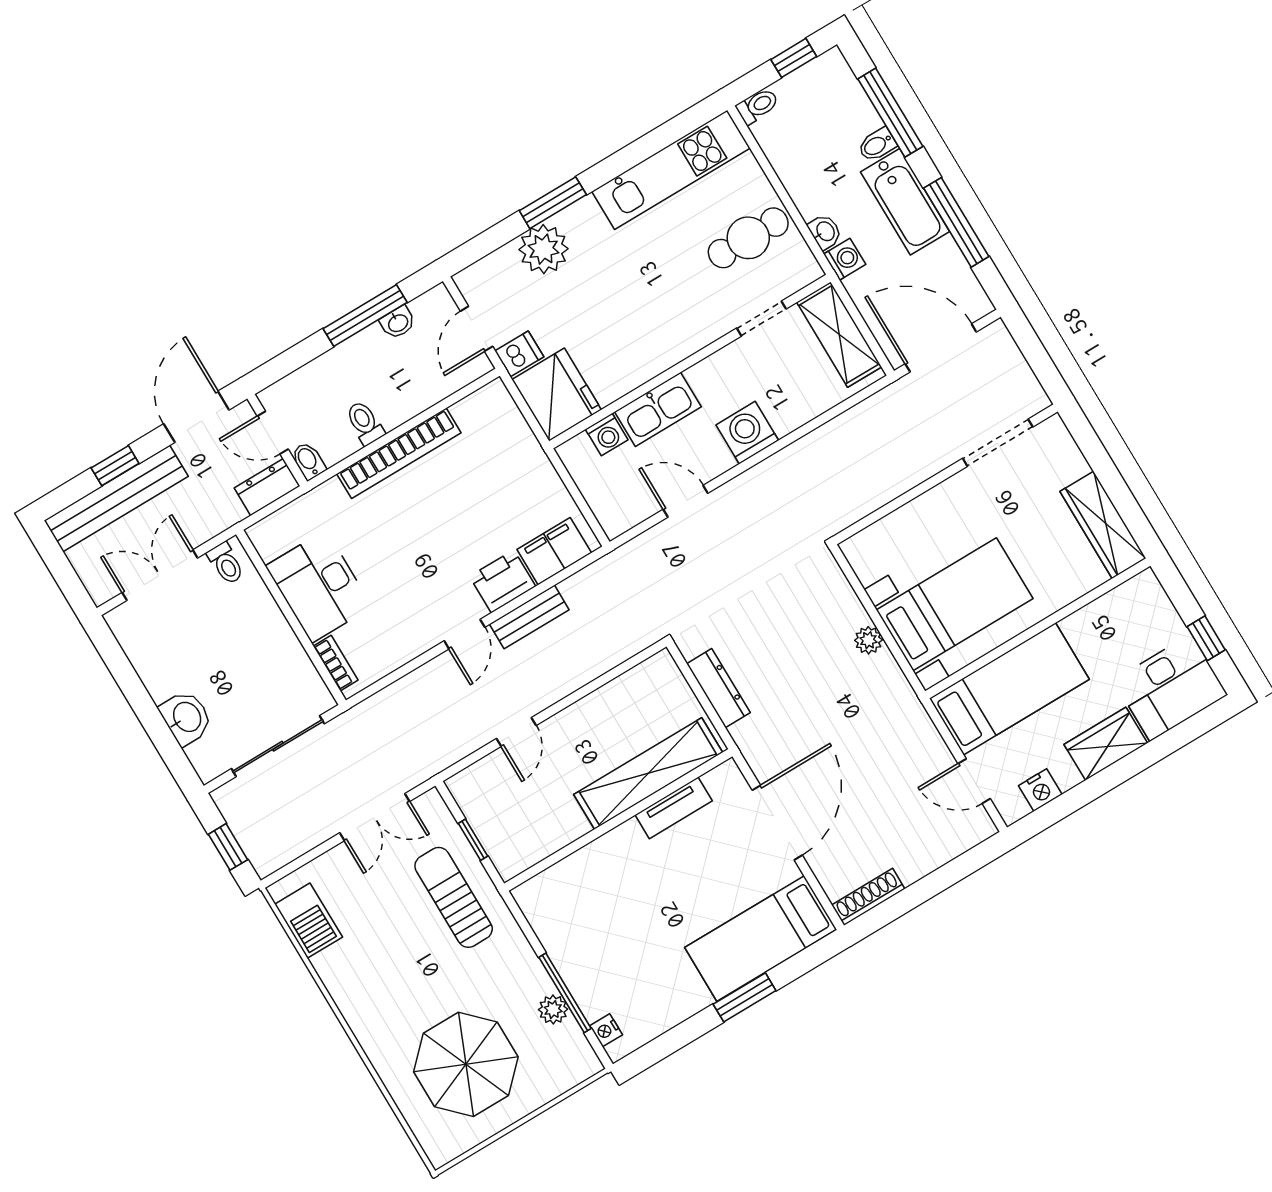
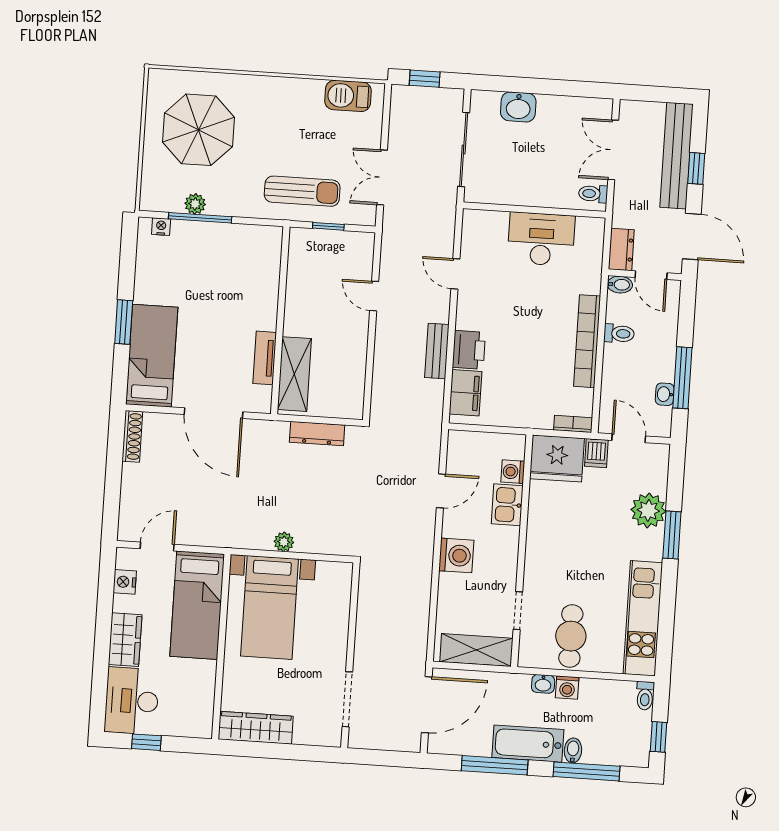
washing machine: (845, 259) -> (567, 688), moved
kitchen sink: (658, 409) -> (507, 505), width x0.73
door: (273, 433) -> (651, 275), swing flipped
double door: (160, 575) -> (613, 150), swing flipped
door: (464, 634) -> (455, 274), moved
bookcase: (336, 663) -> (573, 424), moved, turned 180
shelving: (648, 773) -> (294, 374), width x0.68

